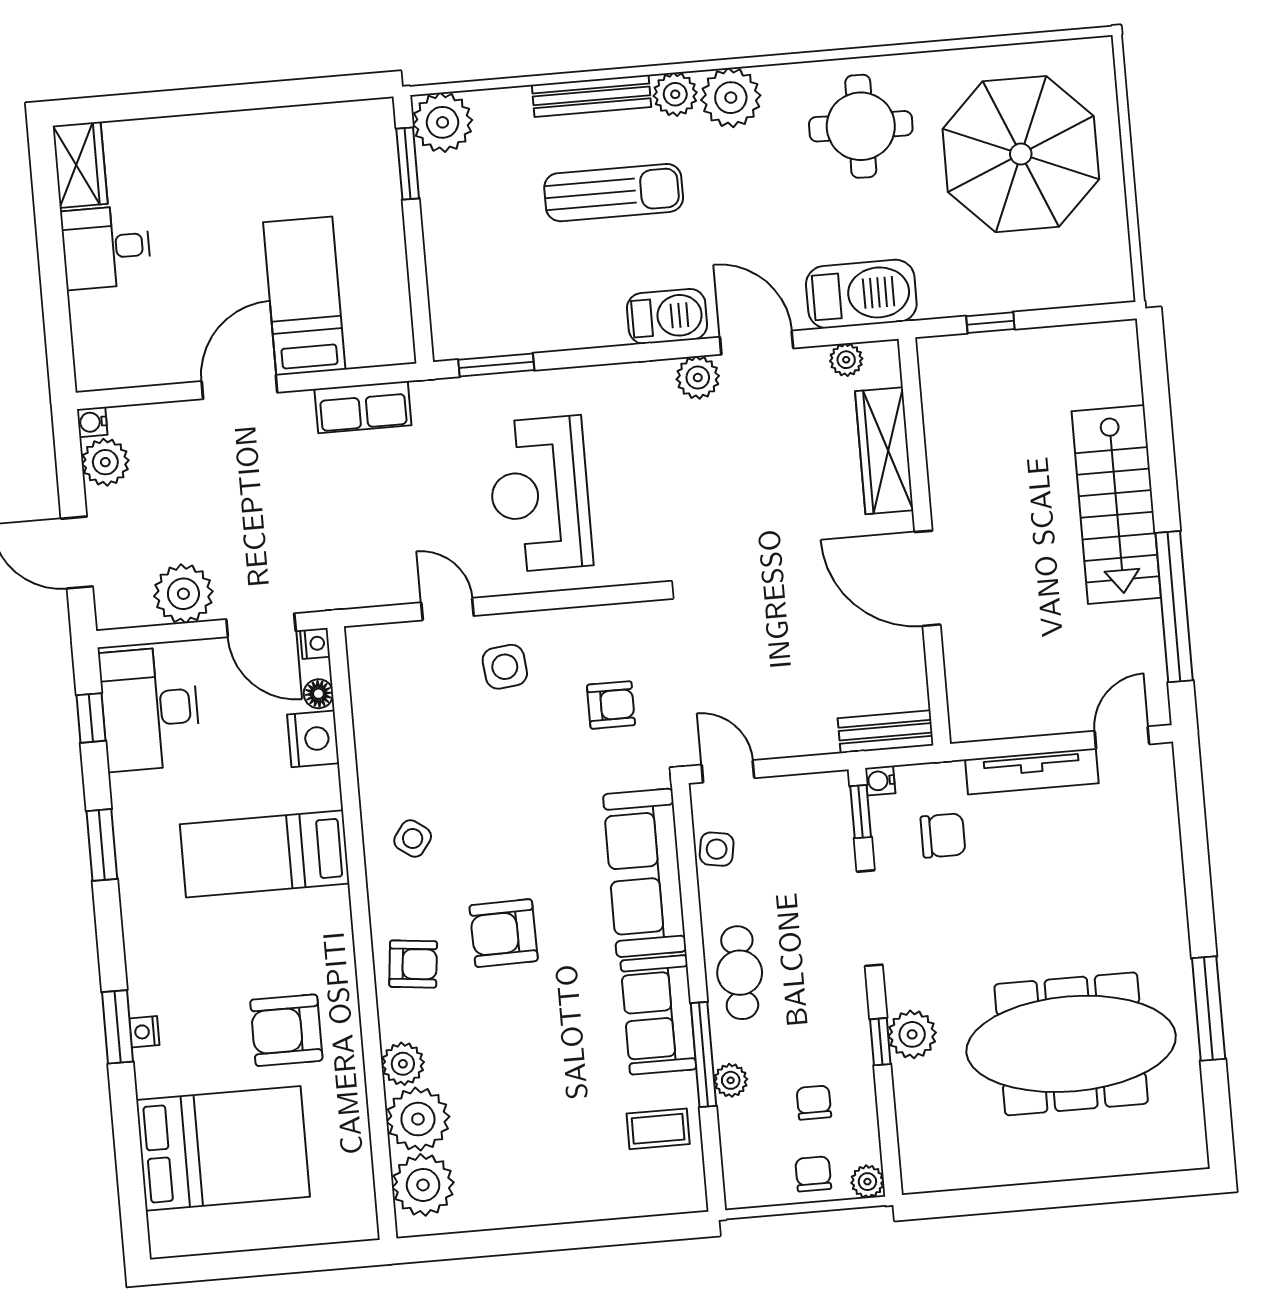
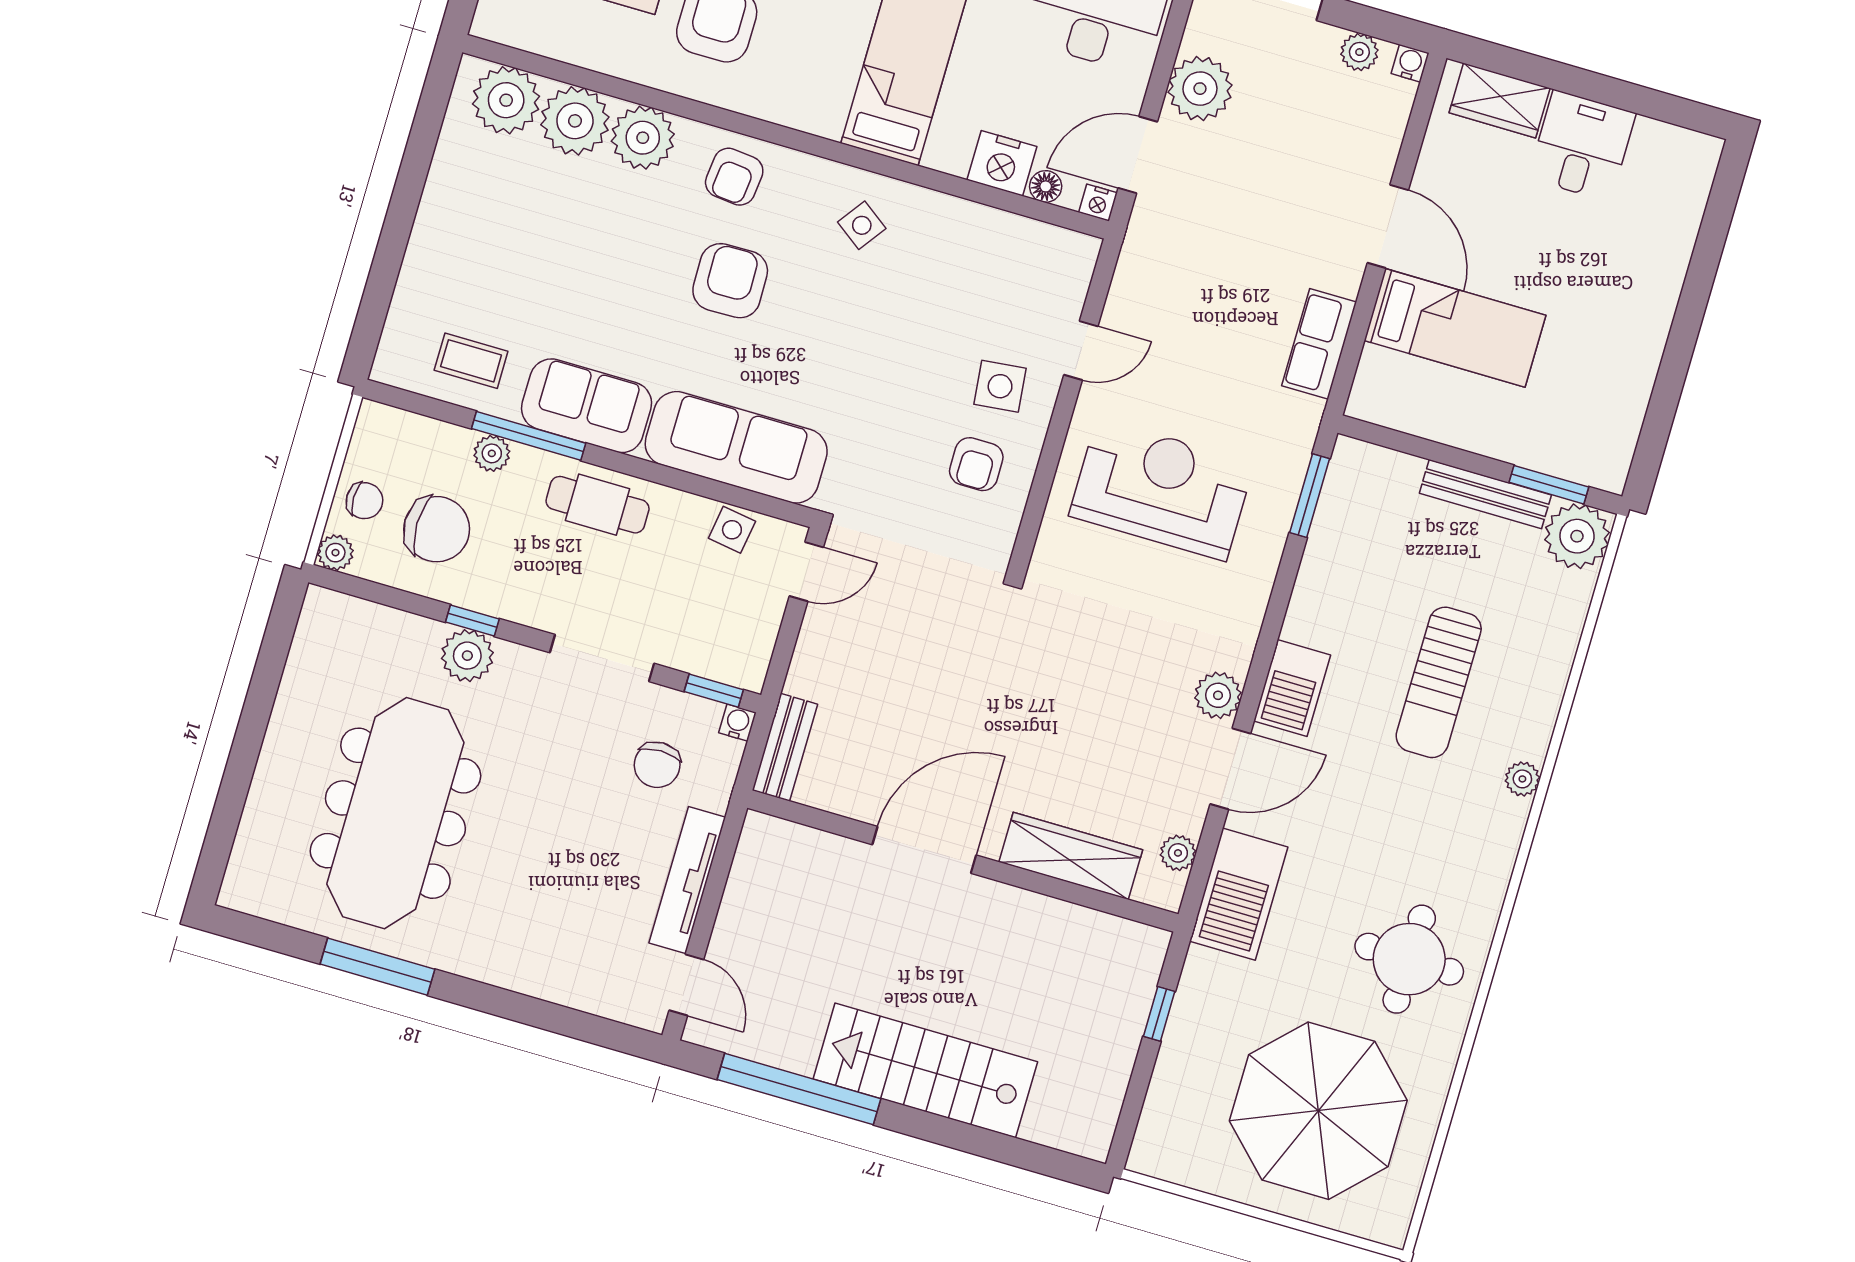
plant: (675, 94) -> (1522, 779), width x0.73, depth x0.73
bench: (592, 96) -> (1485, 494), moved, turned 90
plant: (731, 98) -> (1489, 838), removed
wardrobe: (80, 165) -> (1500, 100), moved
plant: (105, 462) -> (1359, 52), width x0.73, depth x0.73
armchair: (611, 705) -> (976, 464), moved
plant: (403, 1064) -> (643, 138), width x1.36, depth x1.36
chair: (814, 1103) -> (437, 529), width x1.87, depth x1.87
coffee table: (658, 1129) -> (471, 361), turned 90

